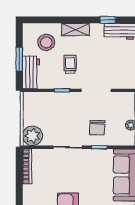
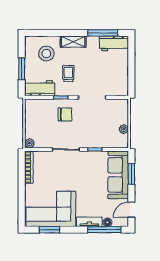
window: (108, 20) -> (103, 33), width x2.17
workbench: (31, 72) -> (40, 88), moved, turned -90
chair: (97, 128) -> (65, 114), moved, turned -93
plant: (32, 136) -> (30, 143), width x0.53, depth x0.53

